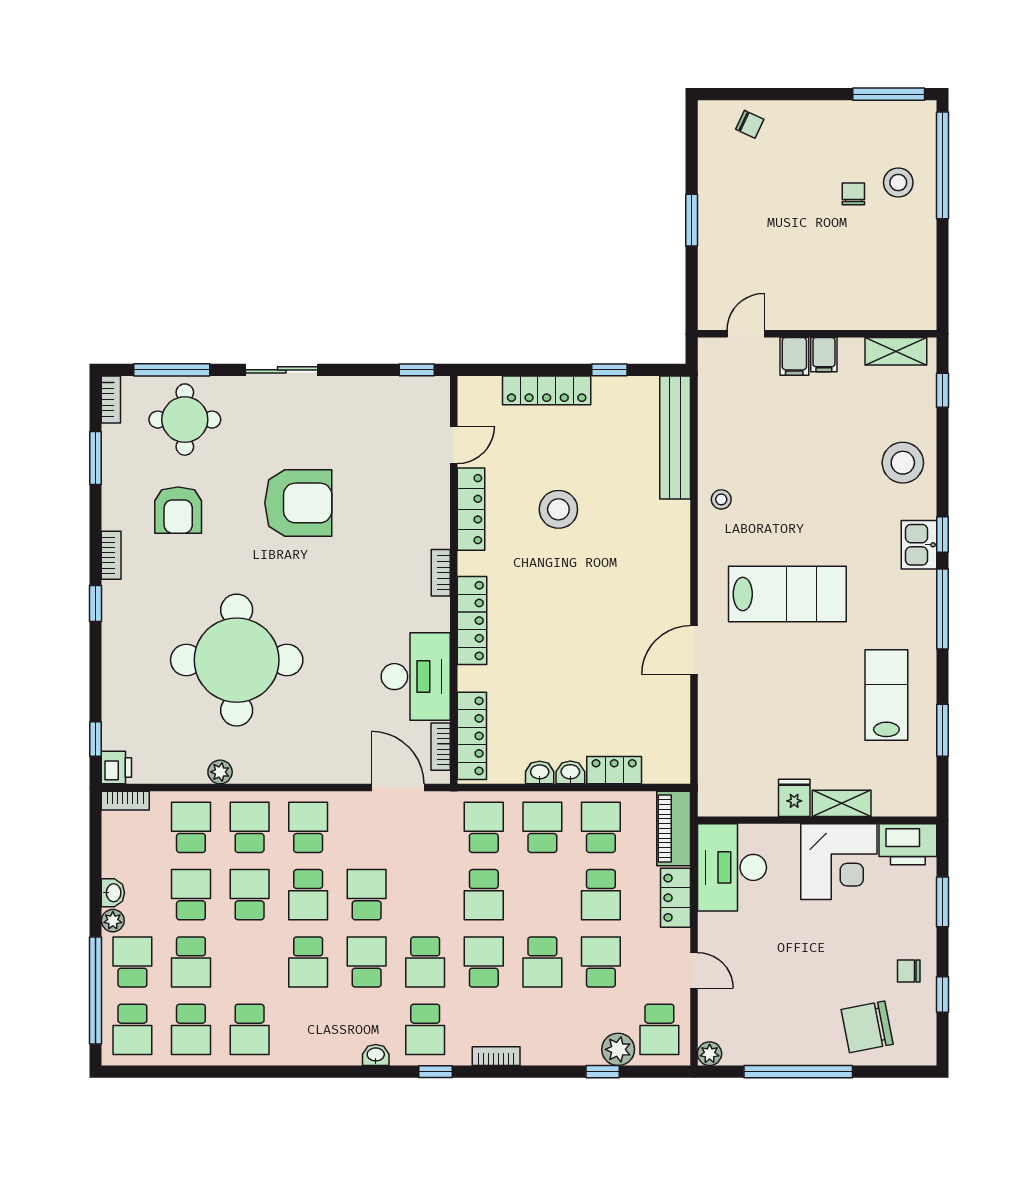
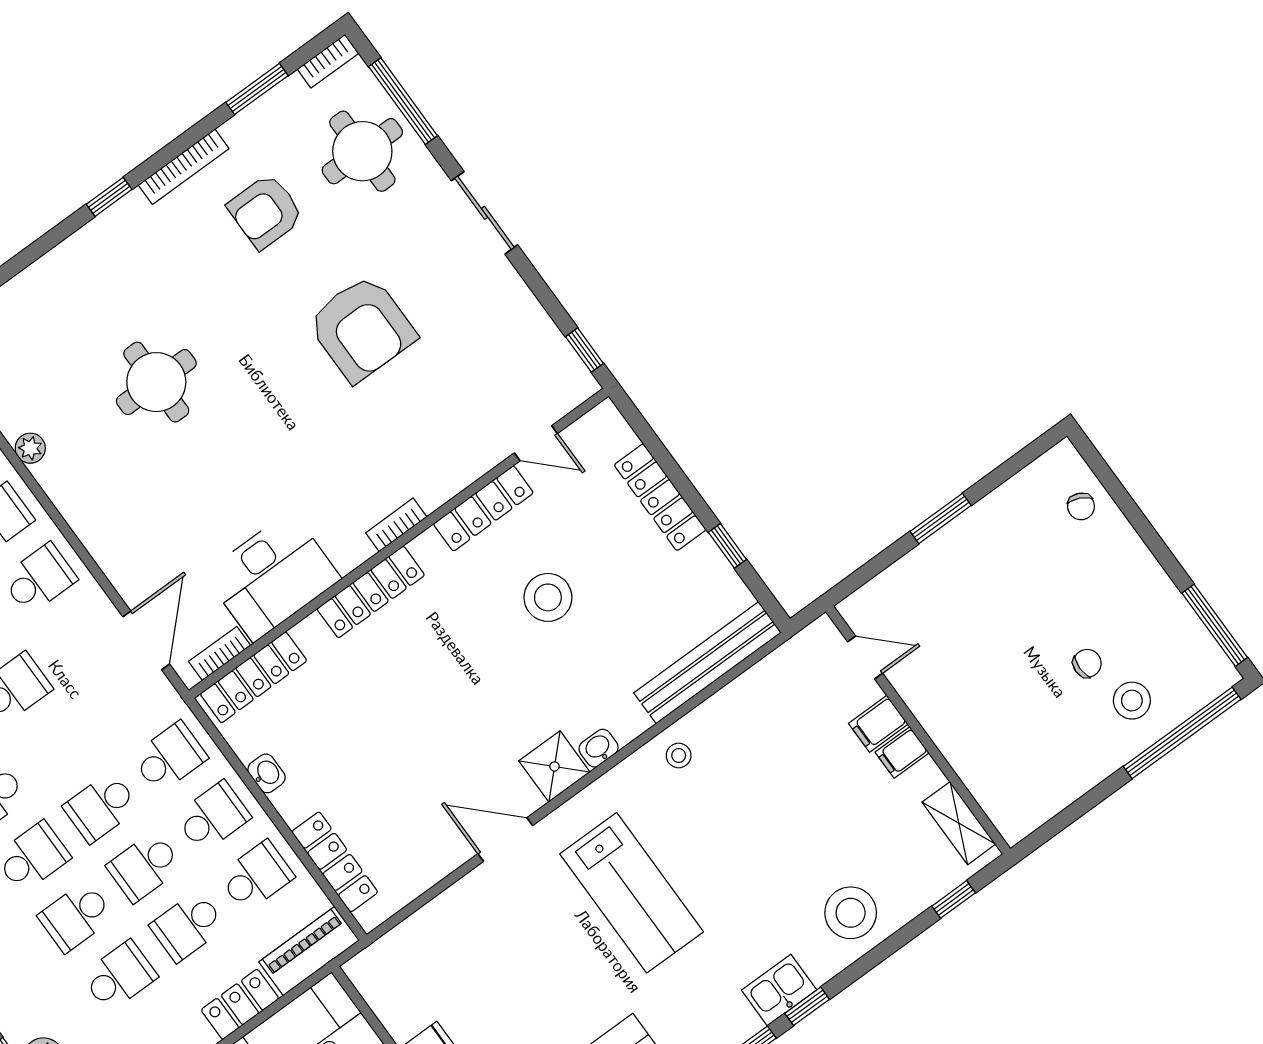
bookcase: (111, 555) -> (184, 167), width x1.56
shower: (670, 584) -> (554, 766), added
round table: (237, 660) -> (156, 382), width x0.54, depth x0.54
locker: (614, 770) -> (335, 862), width x1.53
washbasin: (570, 772) -> (599, 748), moved, turned -90
school desk: (542, 895) -> (144, 867), added

